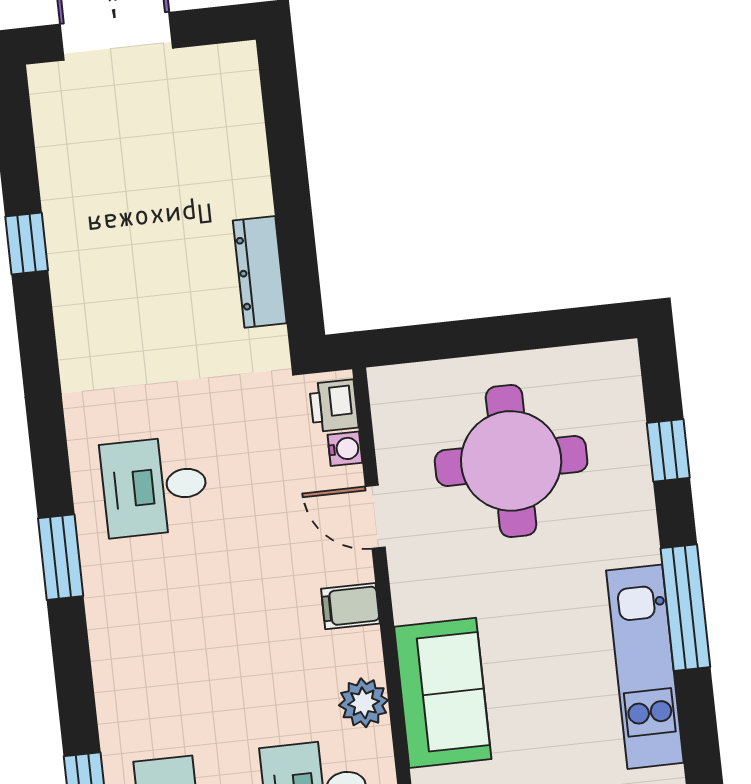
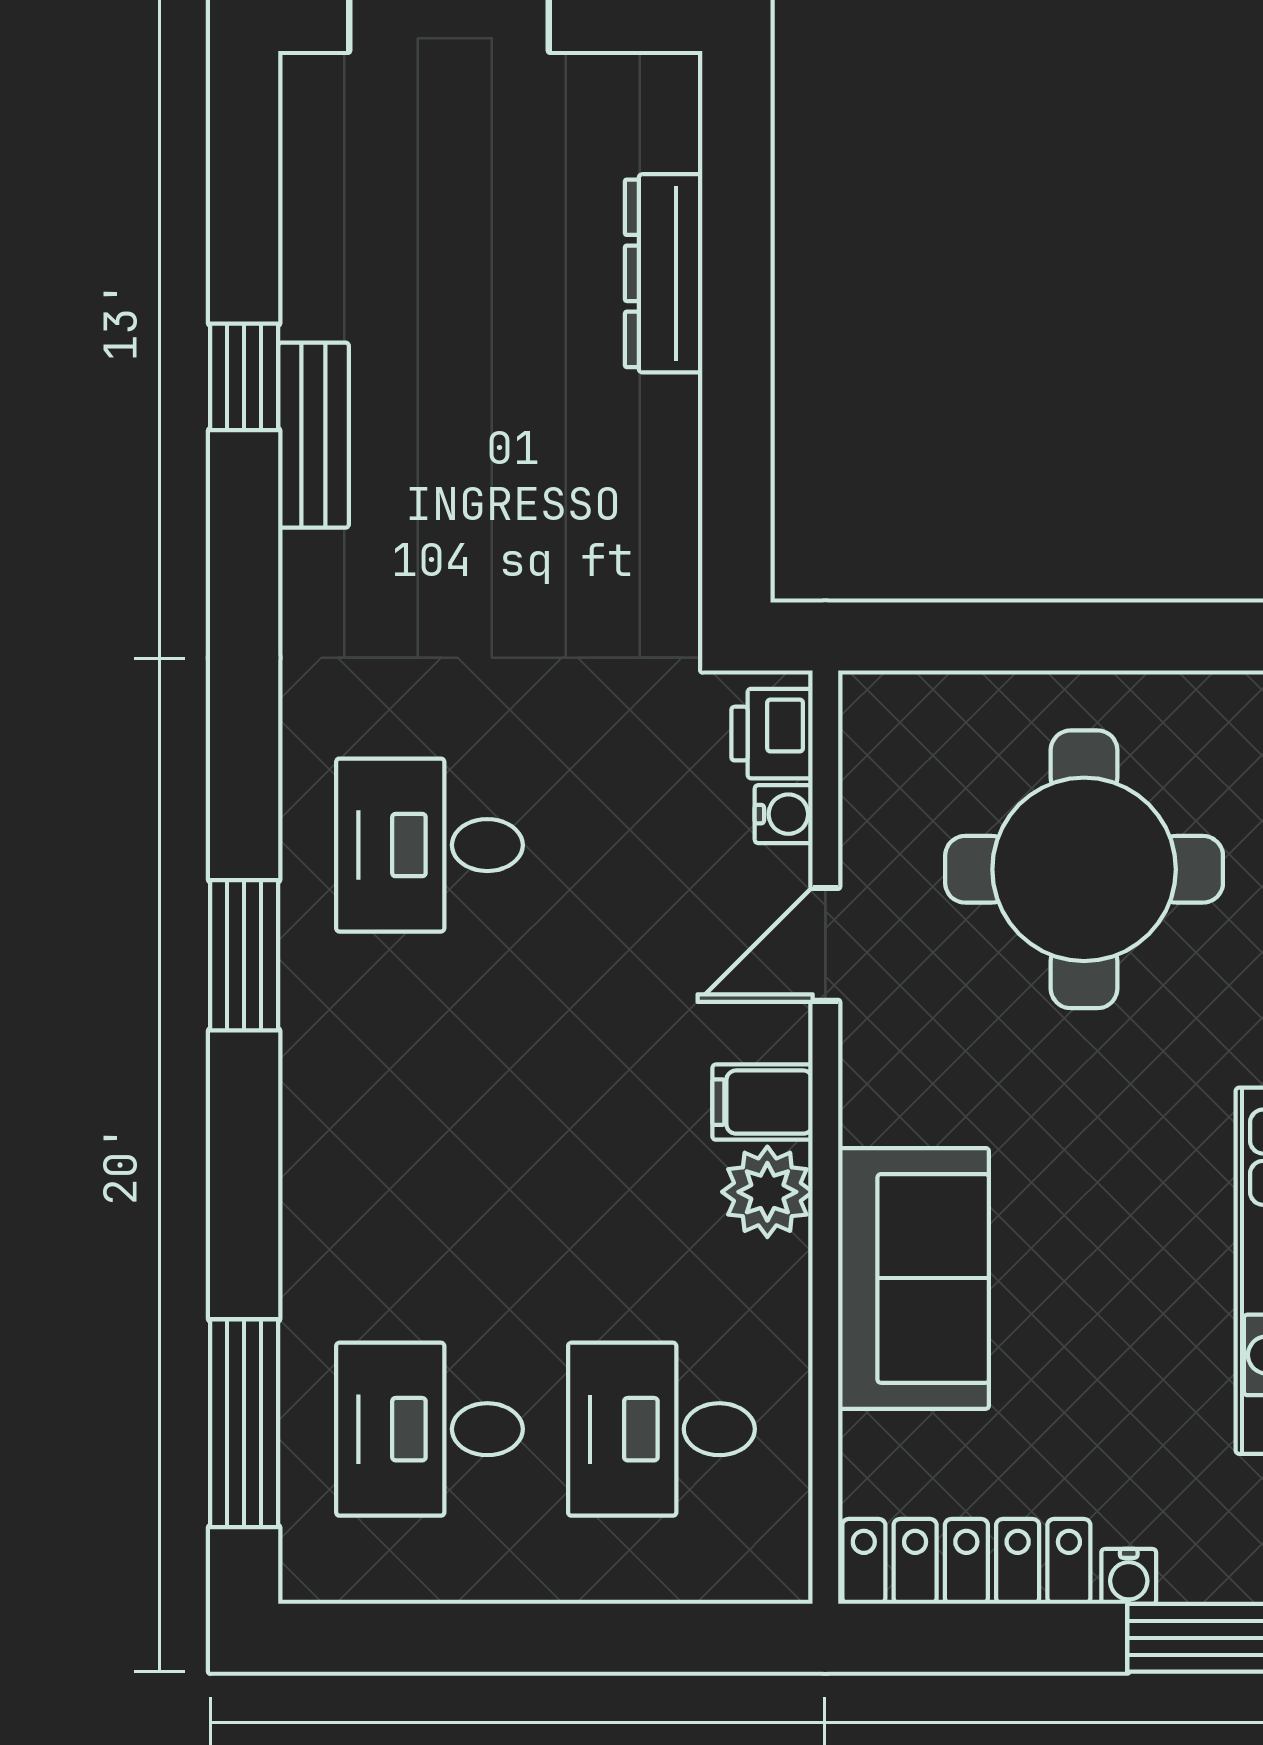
bench: (68, 271) -> (313, 435), added
dresser: (260, 272) -> (664, 273), moved
door: (375, 517) -> (825, 944), hinge flipped
plant: (364, 703) -> (767, 1192), moved

